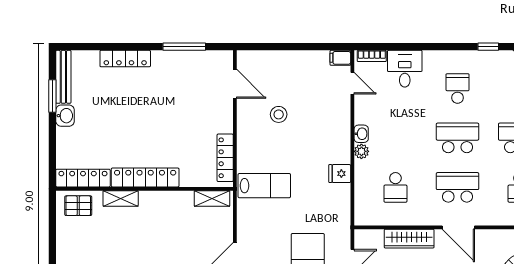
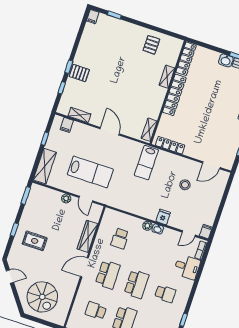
fridge: (340, 174) -> (163, 217), moved
school desk: (395, 187) -> (120, 238), turned -90
pallet: (78, 206) -> (151, 45), moved

